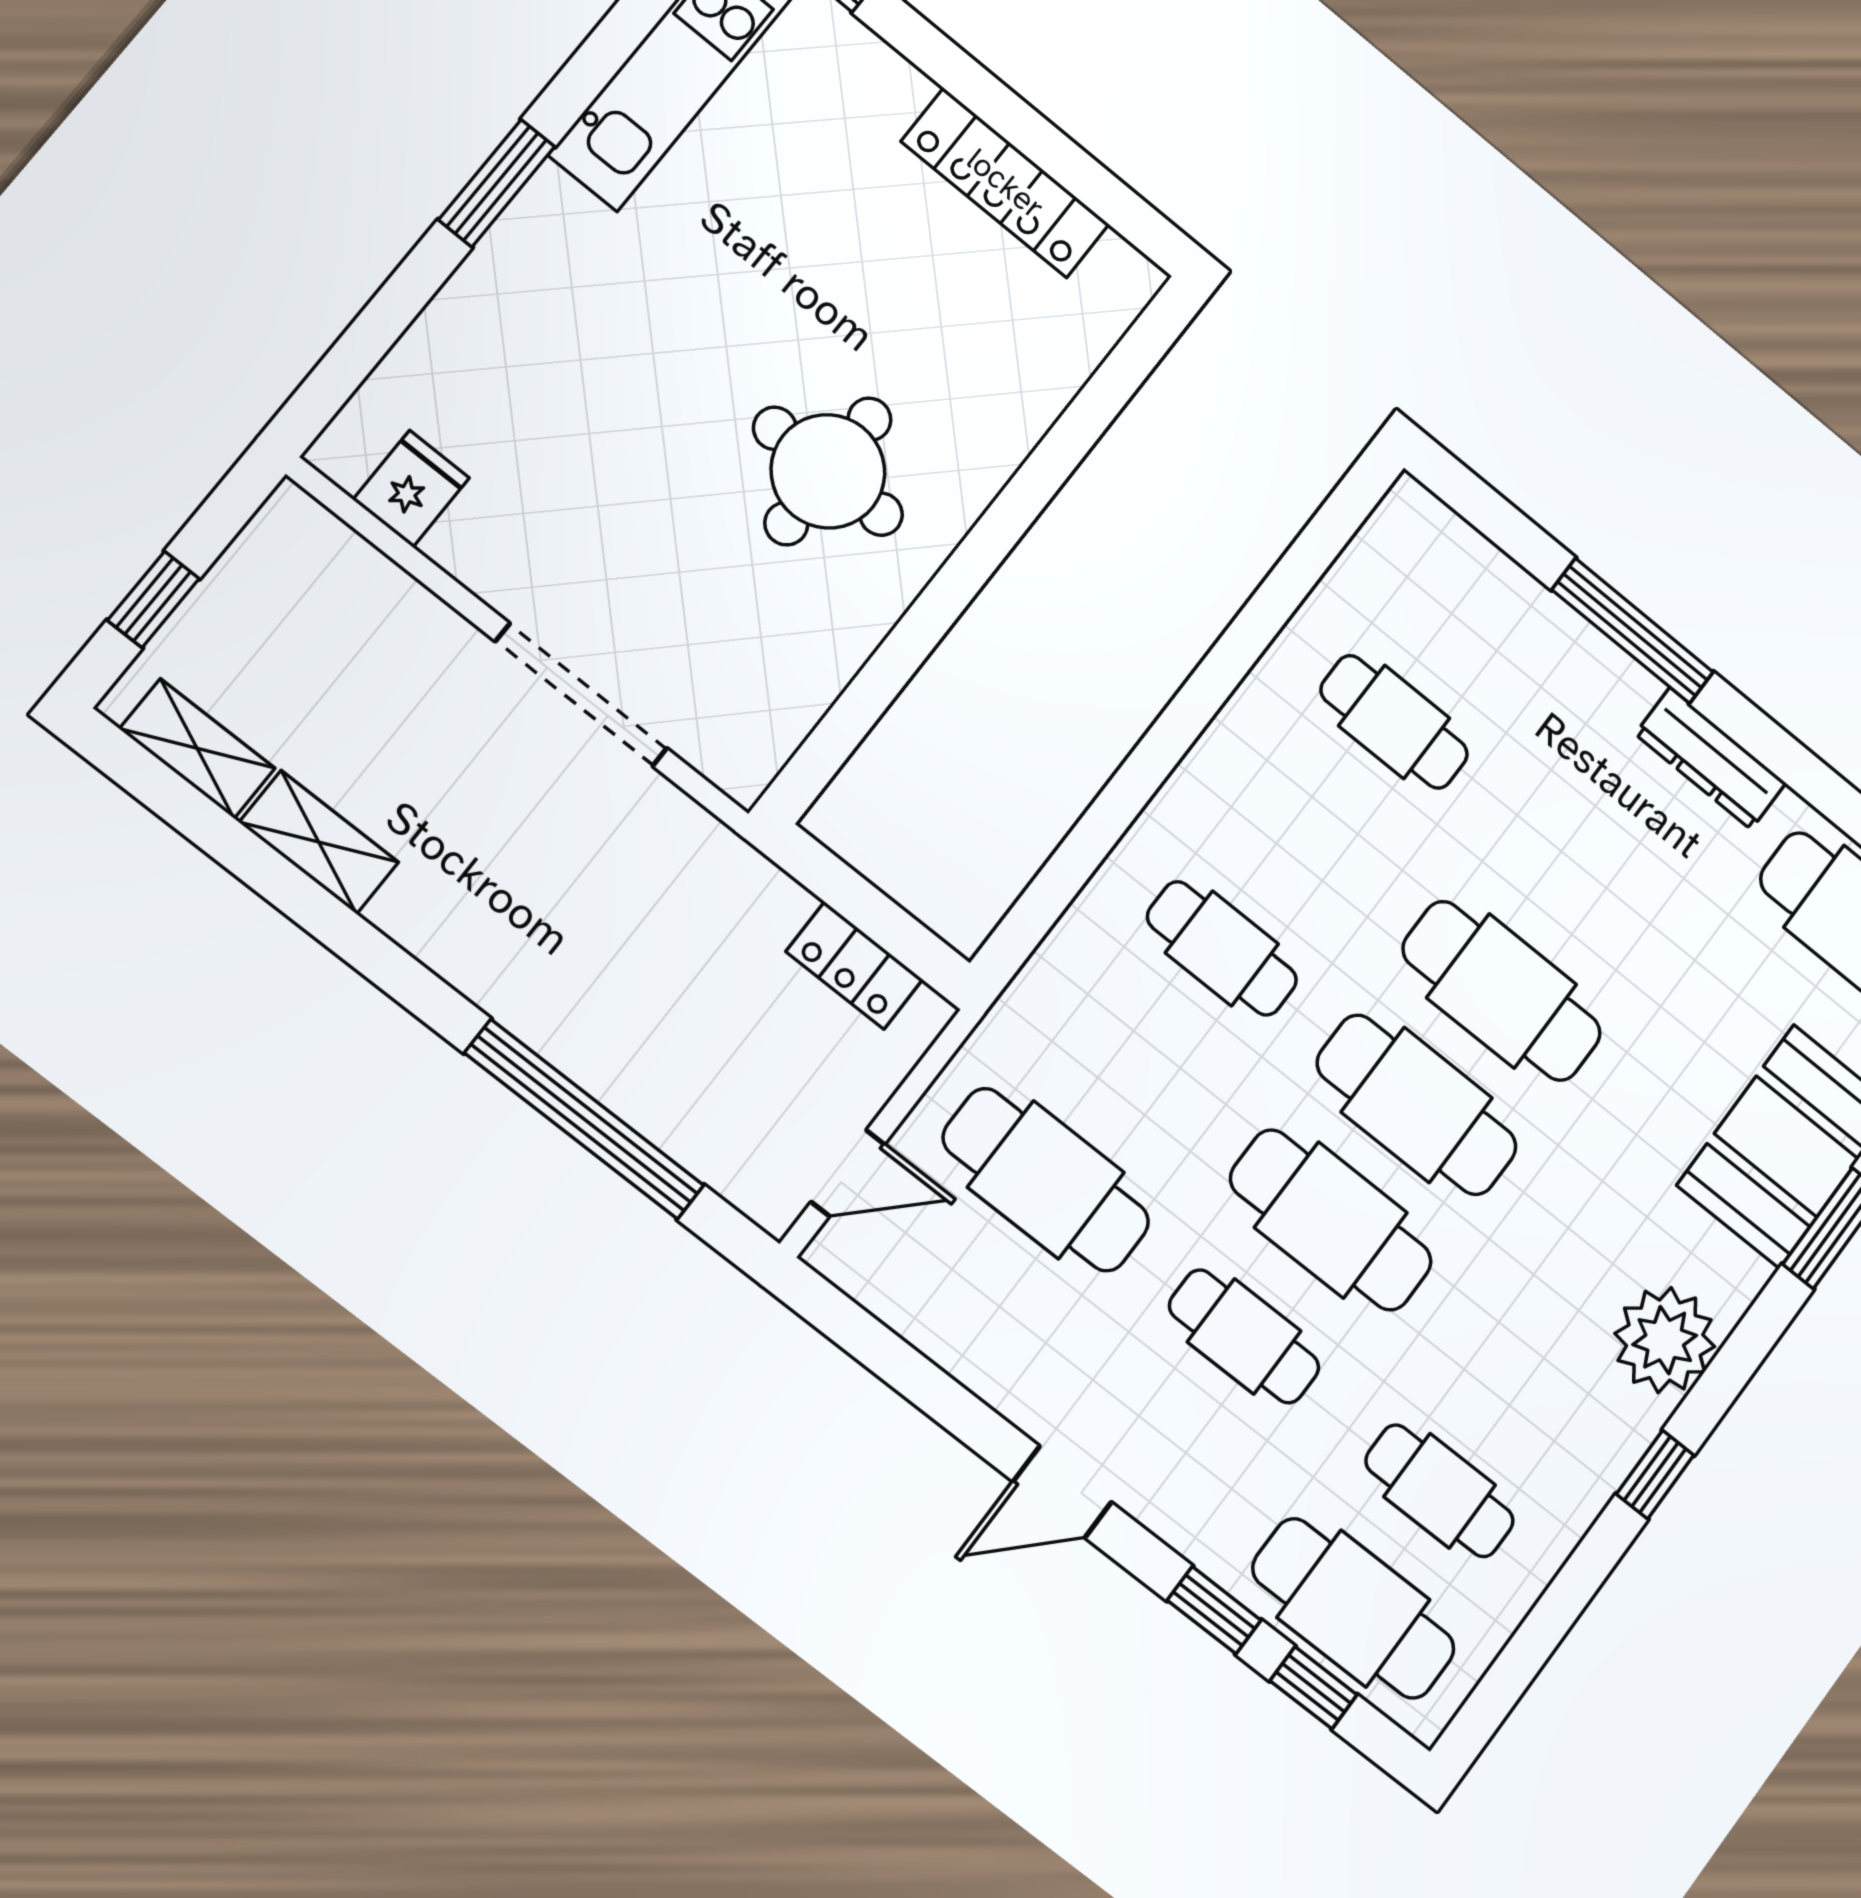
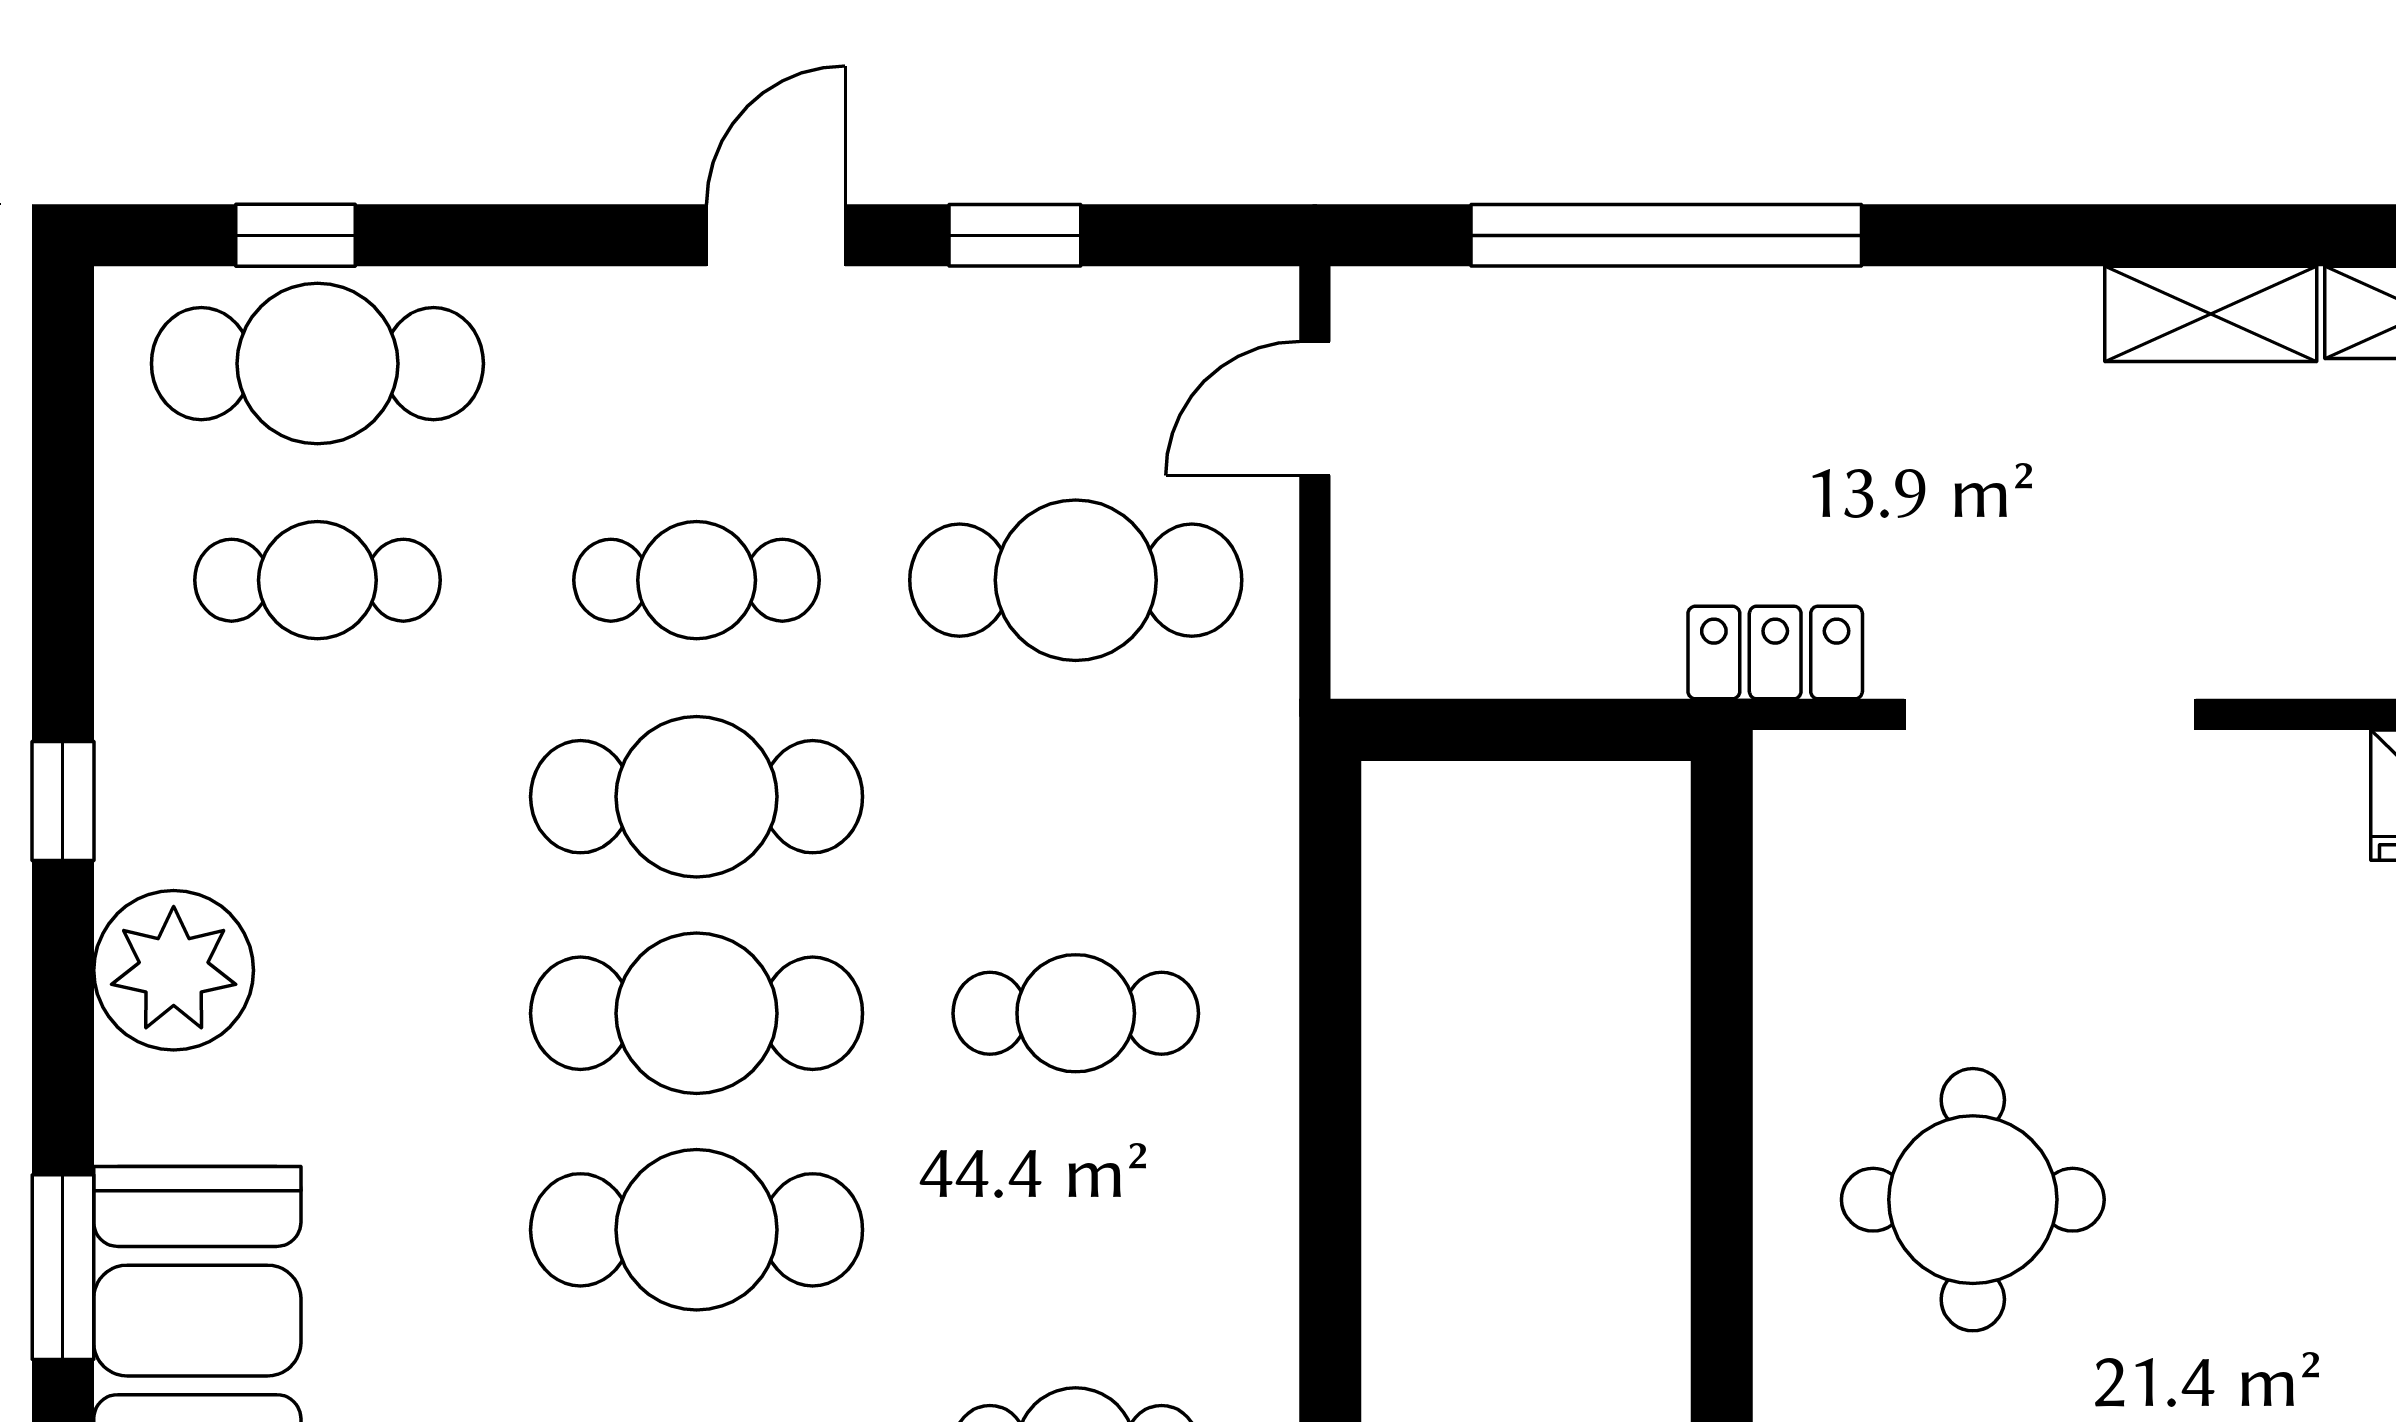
locker: (854, 965) -> (1775, 653), moved
window: (1214, 1610) -> (1015, 235), moved

